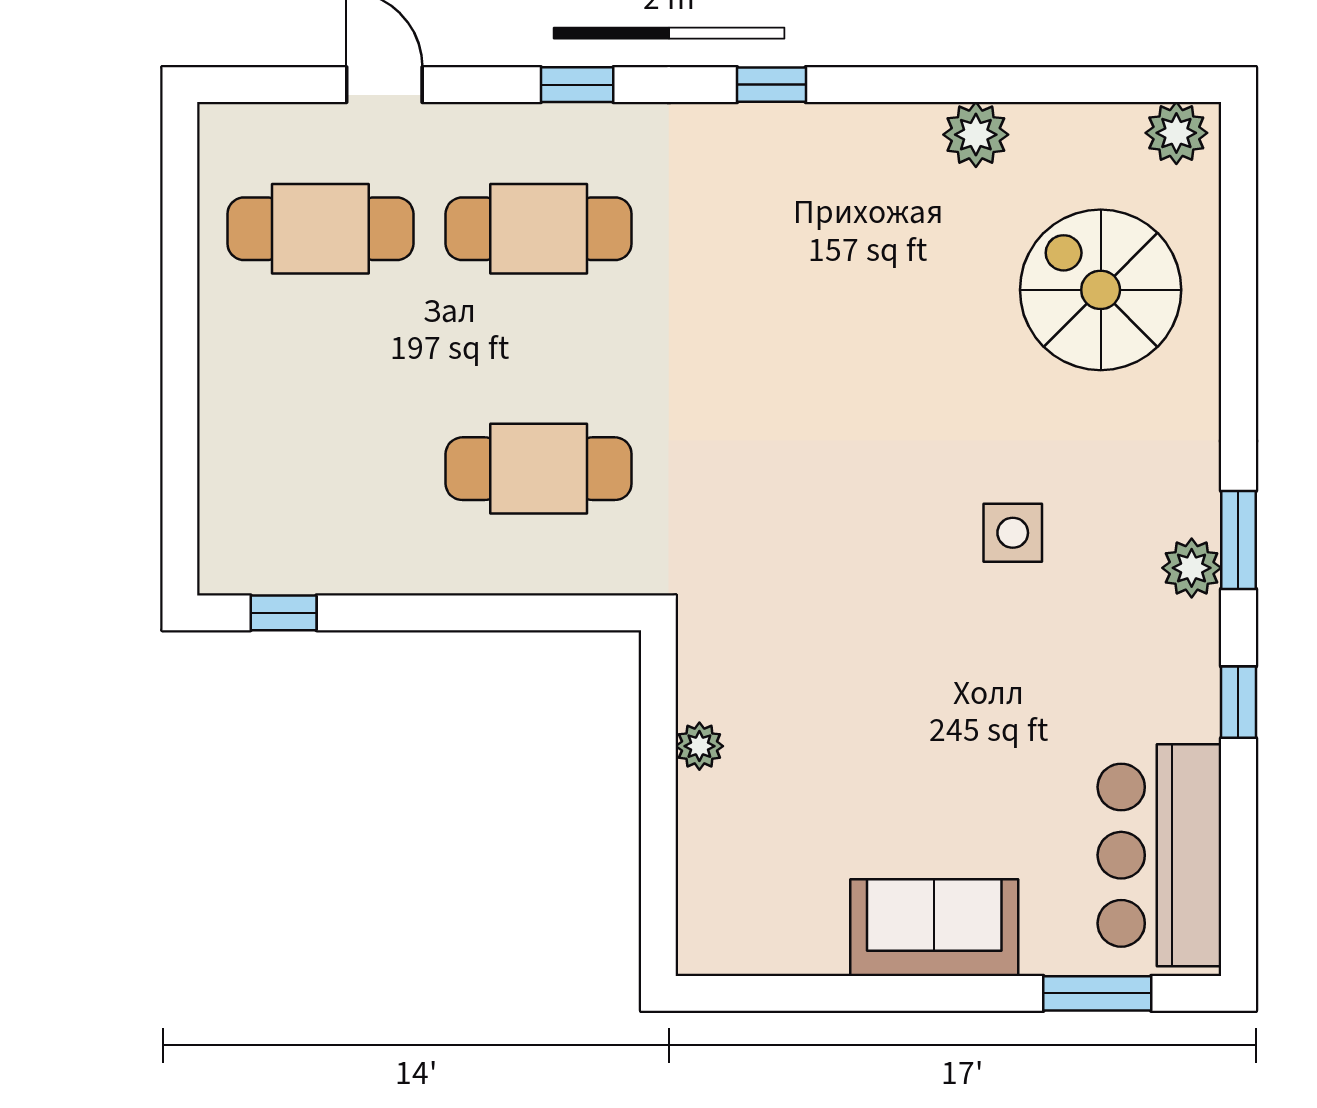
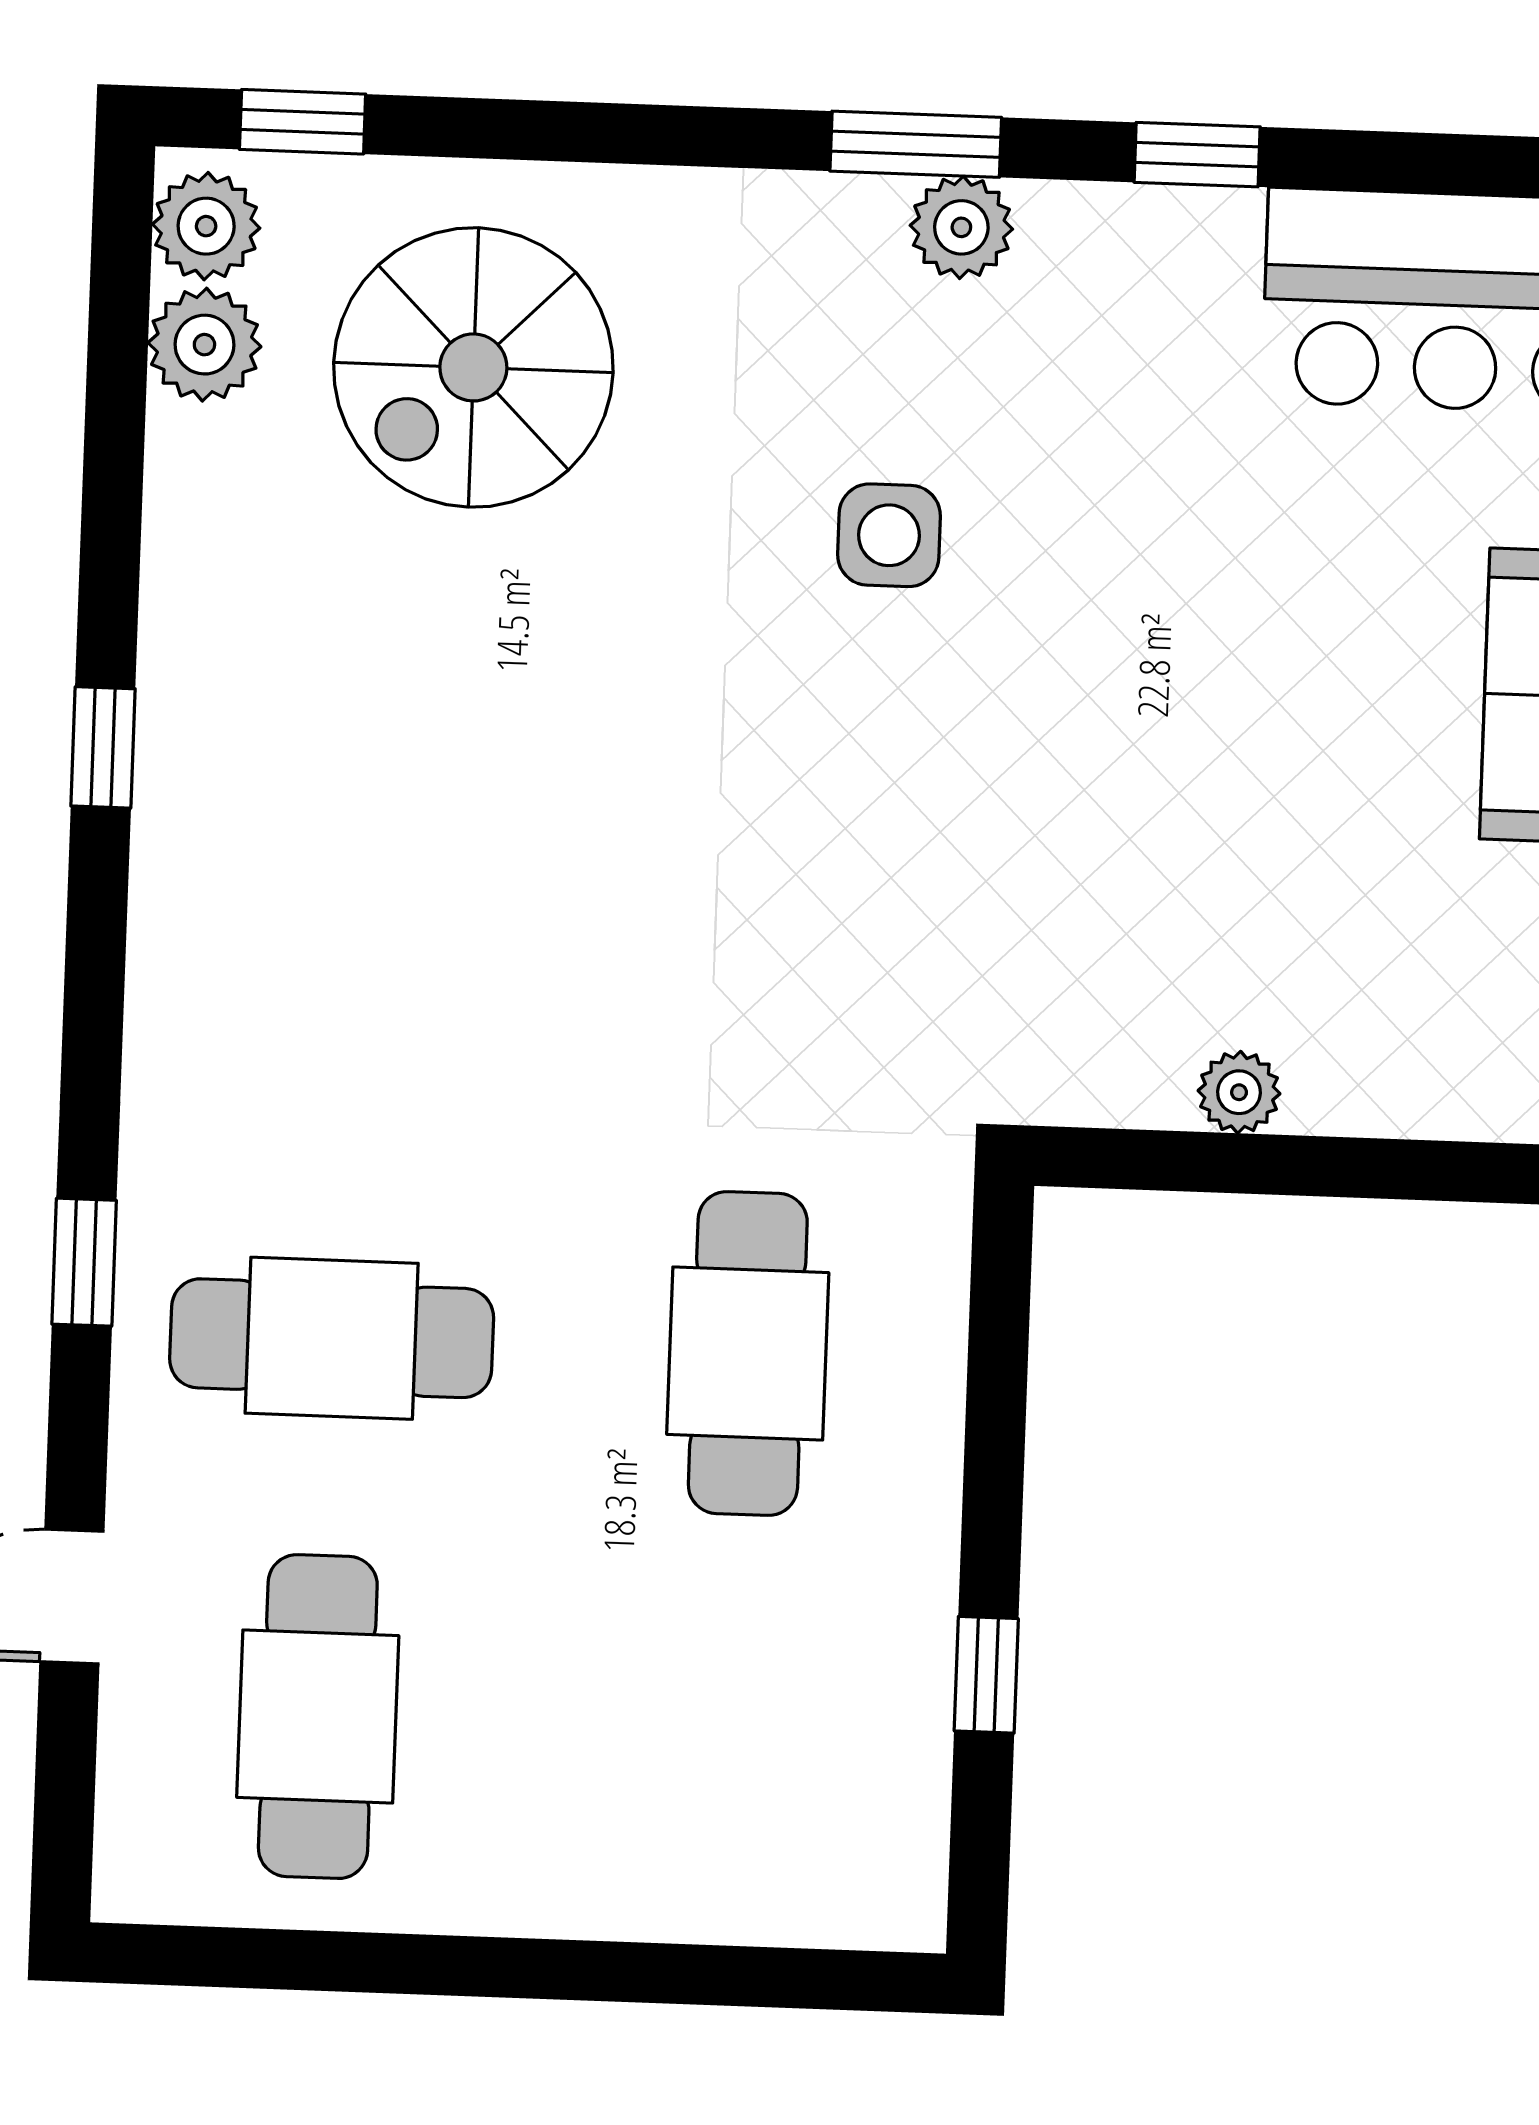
window: (771, 85) -> (103, 747), moved
plant: (976, 135) -> (204, 345), moved
window: (1238, 186) -> (303, 122), added
cafe table: (539, 229) -> (332, 1338), turned 90
window: (284, 613) -> (986, 1675), moved

